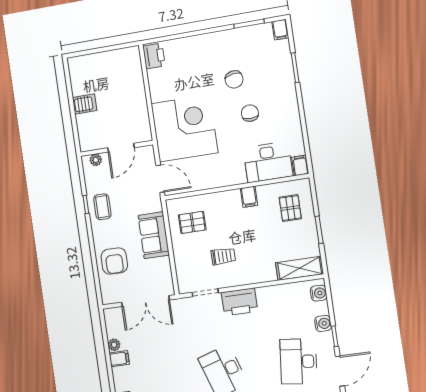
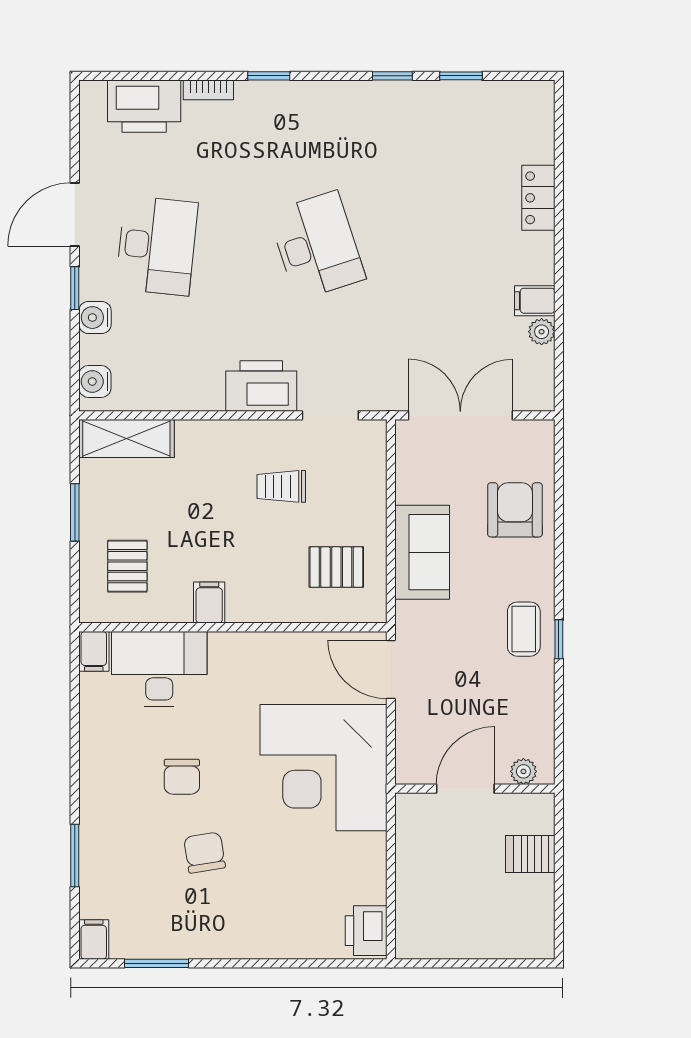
wall: (117, 148) -> (475, 789), moved
door: (121, 148) -> (465, 789), moved
plant: (96, 160) -> (523, 771), moved

